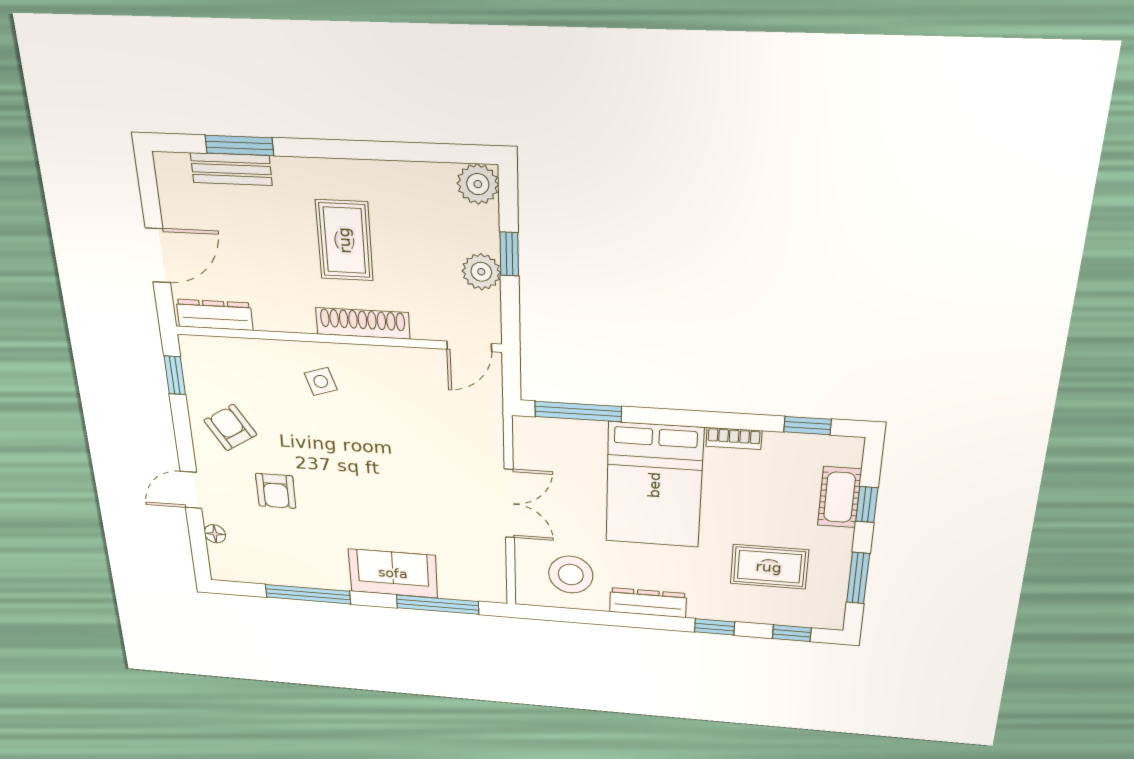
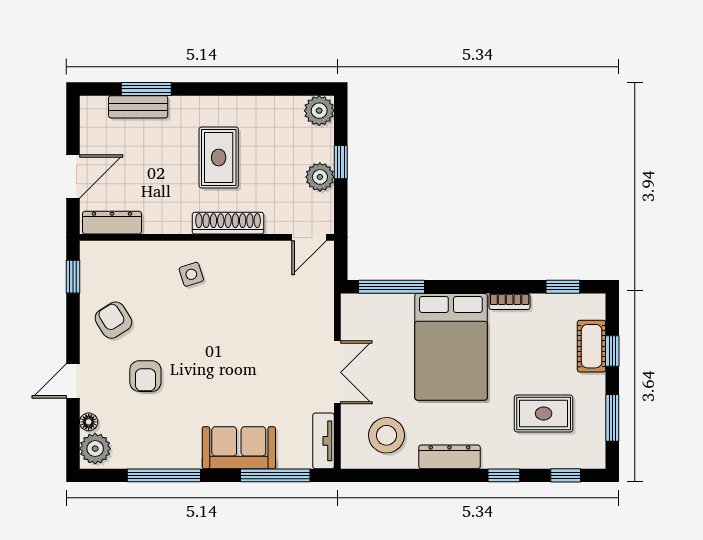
plant: (226, 561) -> (95, 449), added
tv unit: (494, 574) -> (324, 441), added

